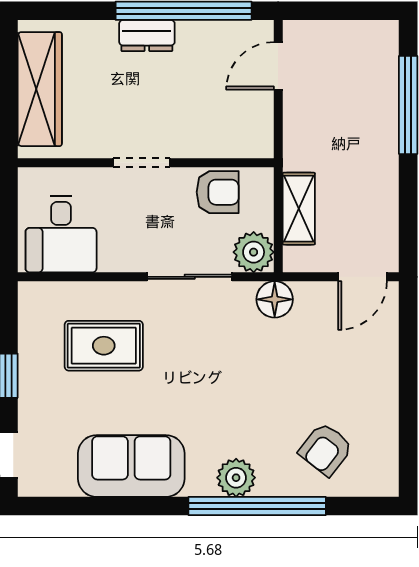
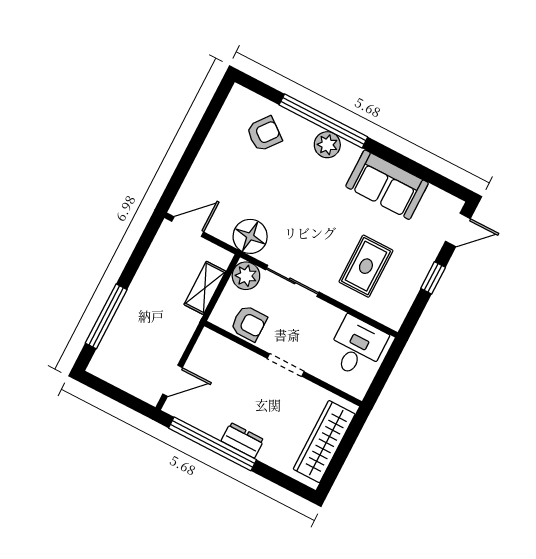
armchair: (218, 192) -> (249, 323), turned 180
floor lamp: (275, 299) -> (250, 236), width x1.38, depth x1.38
rug: (104, 346) -> (366, 266), turned 90

